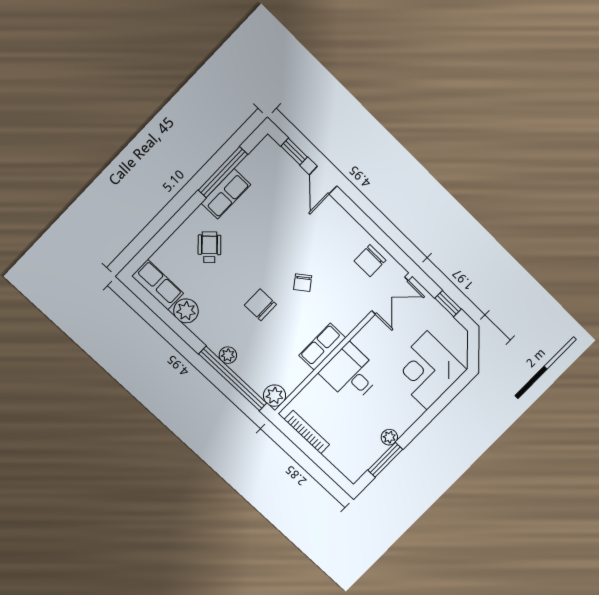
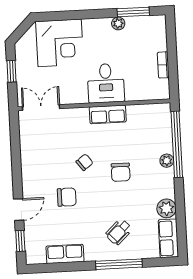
window: (223, 172) -> (119, 264), moved
row of seats: (226, 194) -> (65, 254), moved
chair: (370, 261) -> (67, 197), moved
plant: (275, 396) -> (162, 112), removed
bookcase: (307, 432) -> (163, 65), width x0.64

